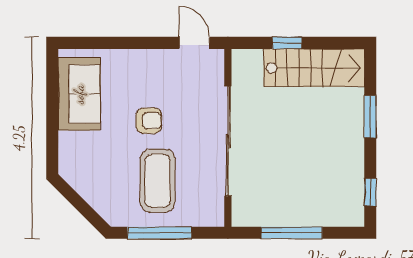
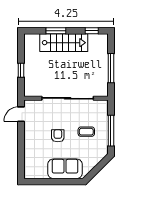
stairs: (314, 68) -> (64, 43), moved, turned 90
sofa: (79, 94) -> (65, 169), moved
coffee table: (157, 181) -> (86, 132), width x0.54, depth x0.58

